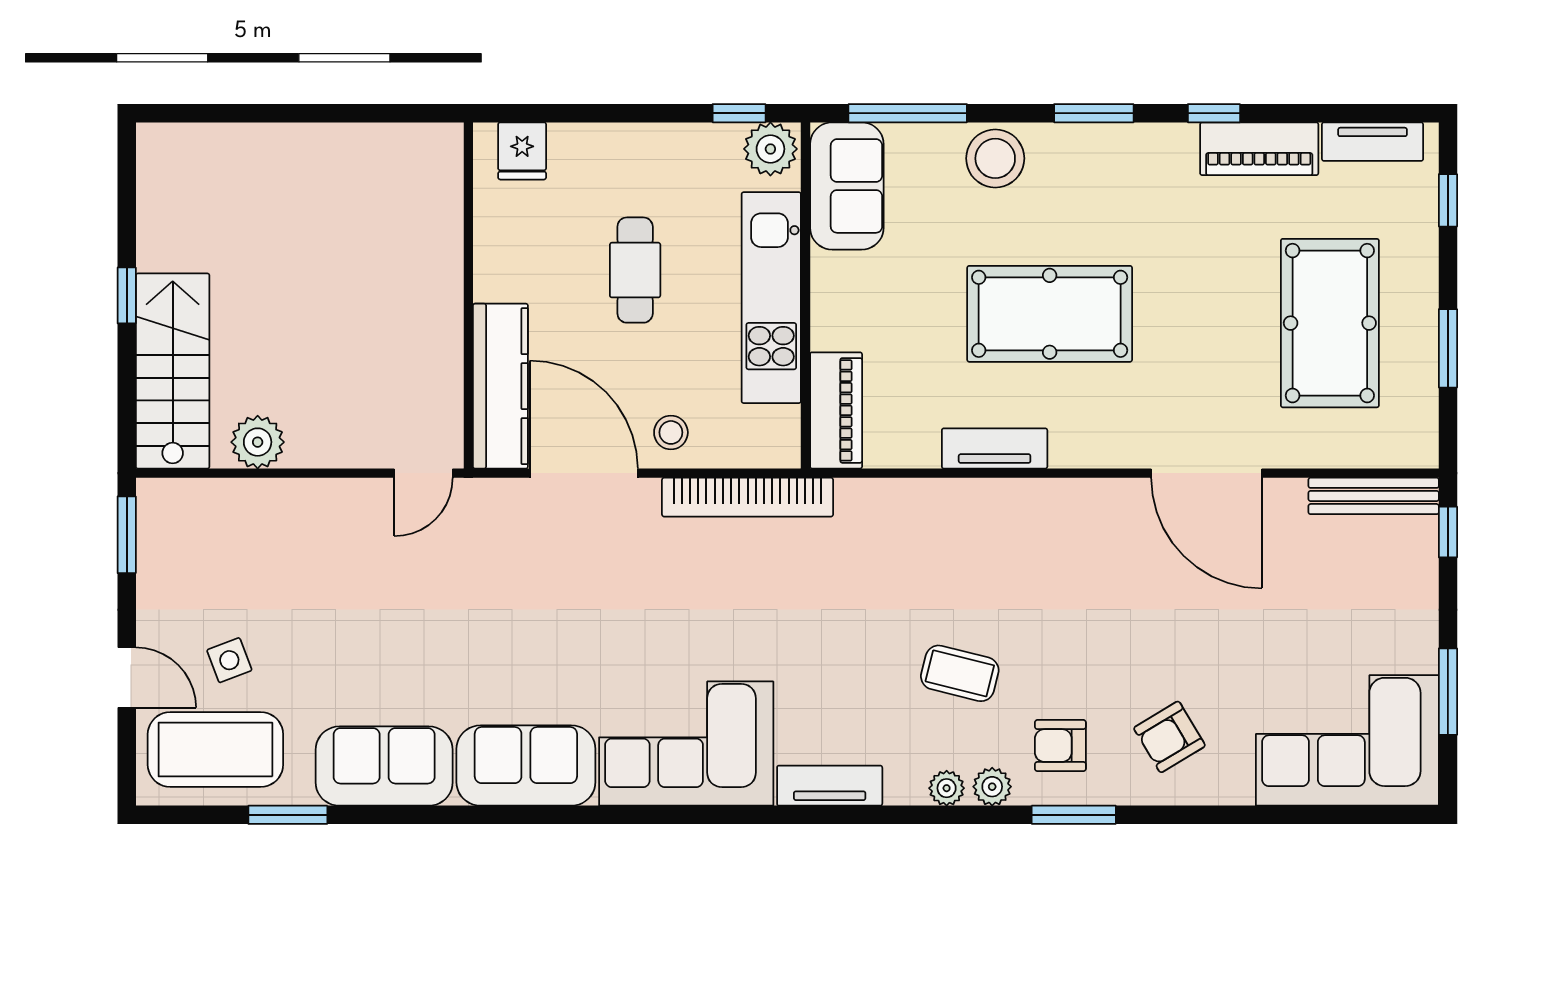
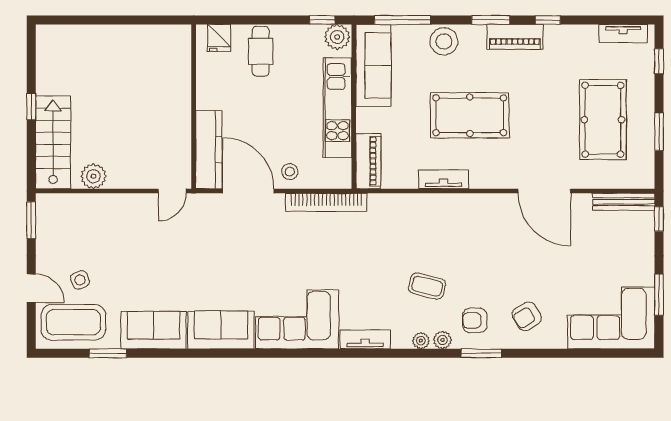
piano: (1259, 149) -> (515, 37), moved
sofa: (847, 186) -> (373, 65), width x1.36
cafe table: (635, 270) -> (261, 51), moved

